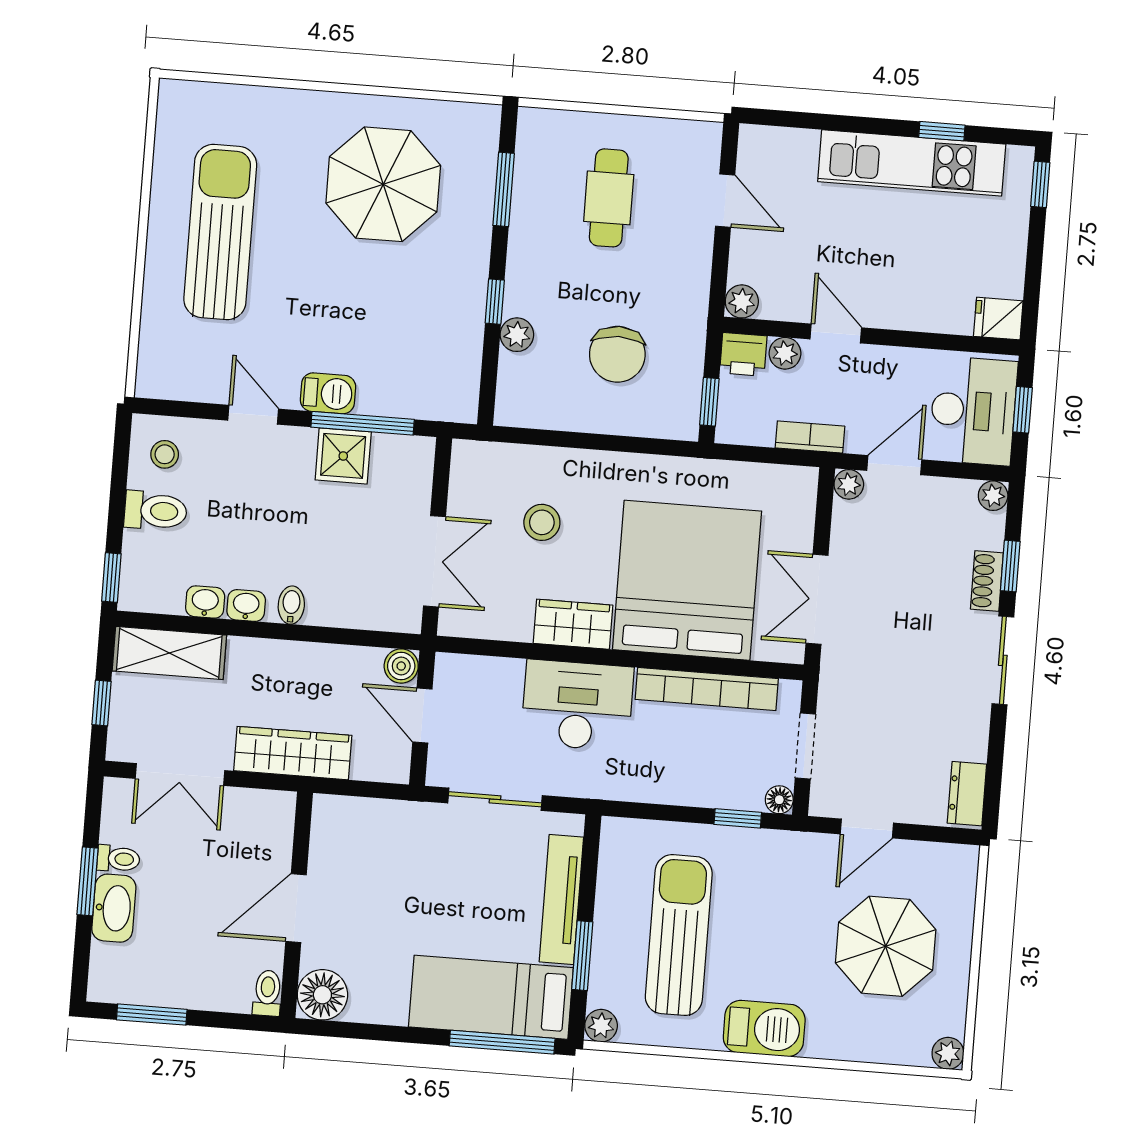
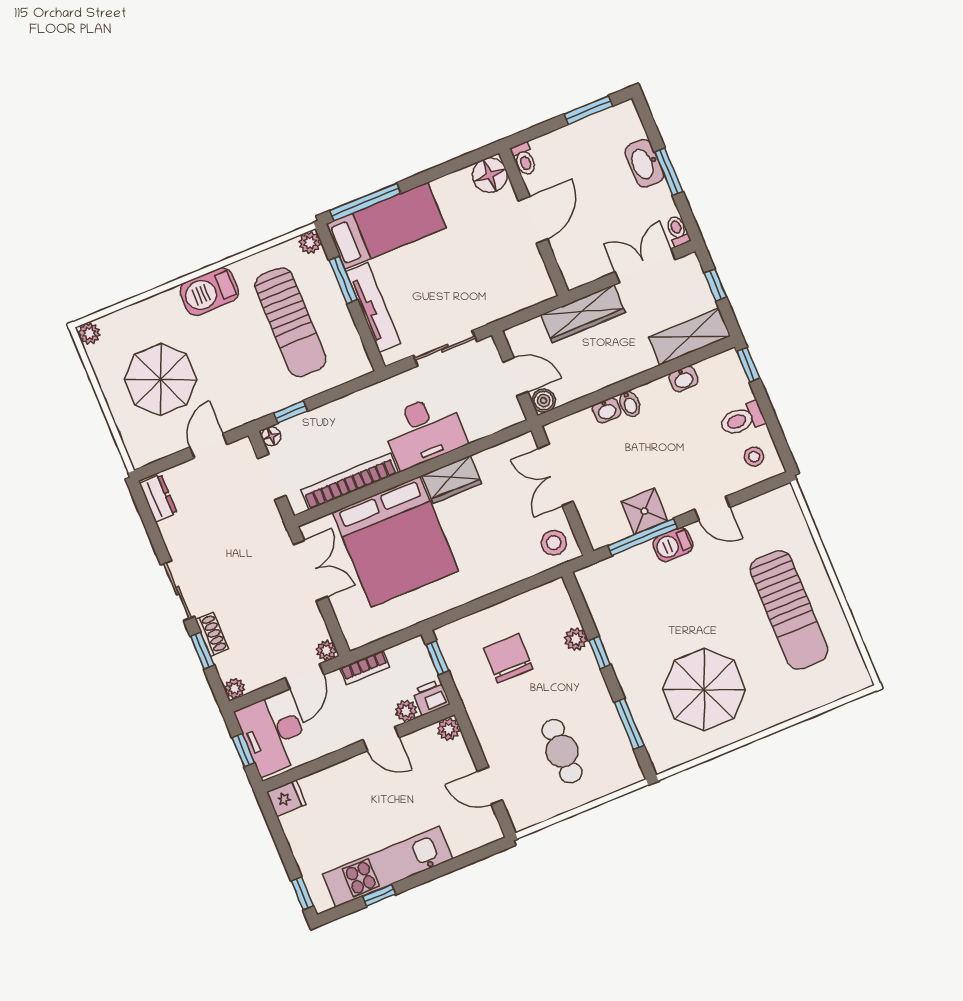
stool: (542, 522) -> (554, 543), moved
washbasin: (246, 606) -> (607, 410), moved
toilet: (118, 859) -> (678, 231), moved, turned 90

